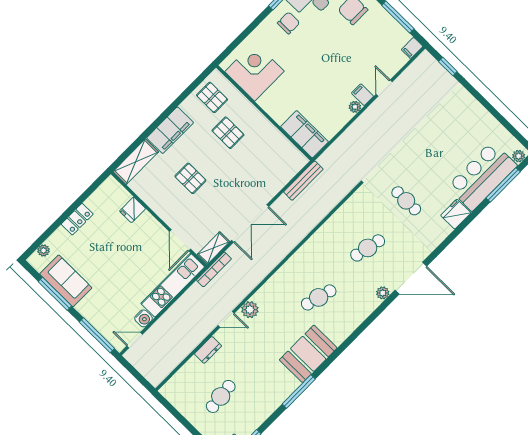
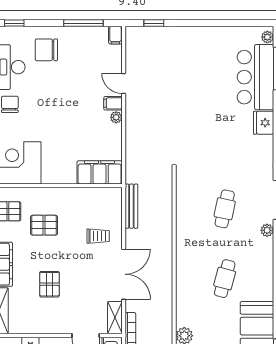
pallet: (190, 178) -> (49, 284), turned 90
trolley: (259, 178) -> (98, 236), added
cafe table: (406, 201) -> (219, 148), removed

